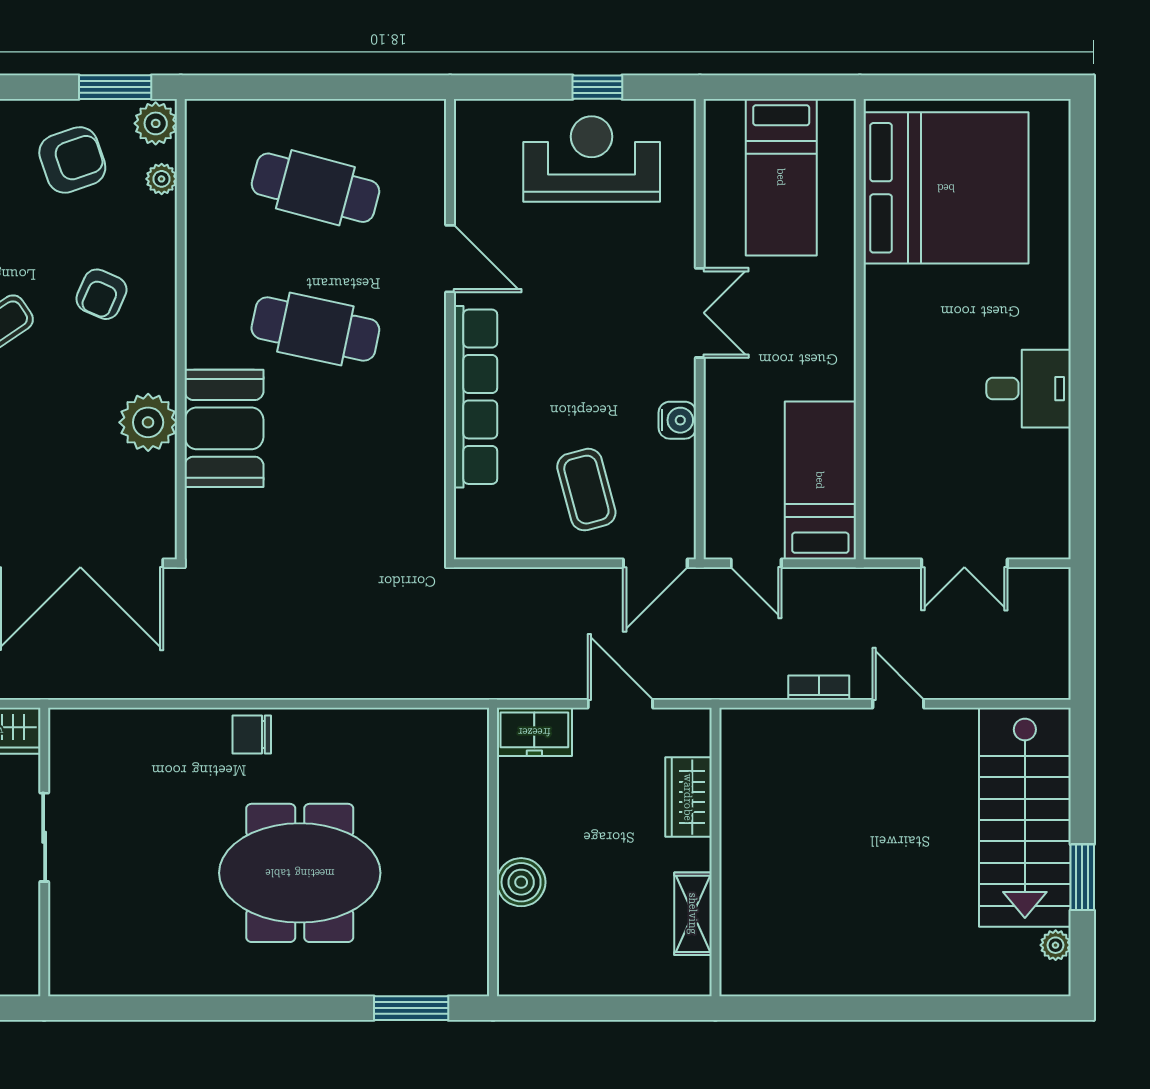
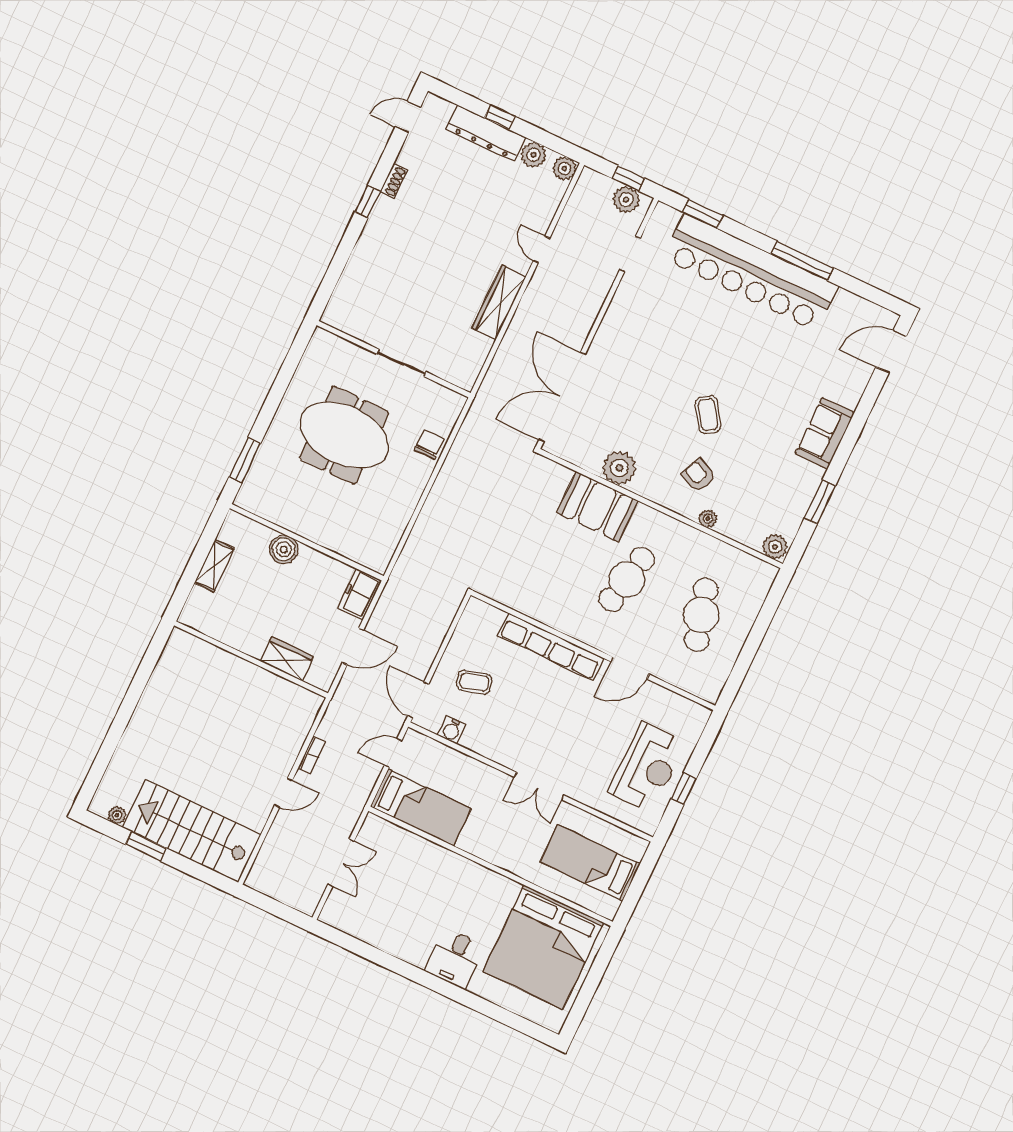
window: (115, 87) -> (820, 502), moved
armchair: (72, 160) -> (777, 494), removed
plant: (162, 179) -> (708, 519), moved
cafe table: (315, 188) -> (701, 615), turned -30
desk: (1029, 389) -> (455, 958), moved
water cooler: (677, 420) -> (452, 730), moved
coffee table: (586, 490) -> (474, 682), width x0.73, depth x0.77
double door: (964, 563) -> (341, 863), swing flipped
sliding door: (44, 837) -> (401, 363), moved
wall: (44, 852) -> (394, 359), moved
meeting table: (300, 873) -> (344, 435), turned 90
shelving: (693, 914) -> (214, 566), moved, turned 90

